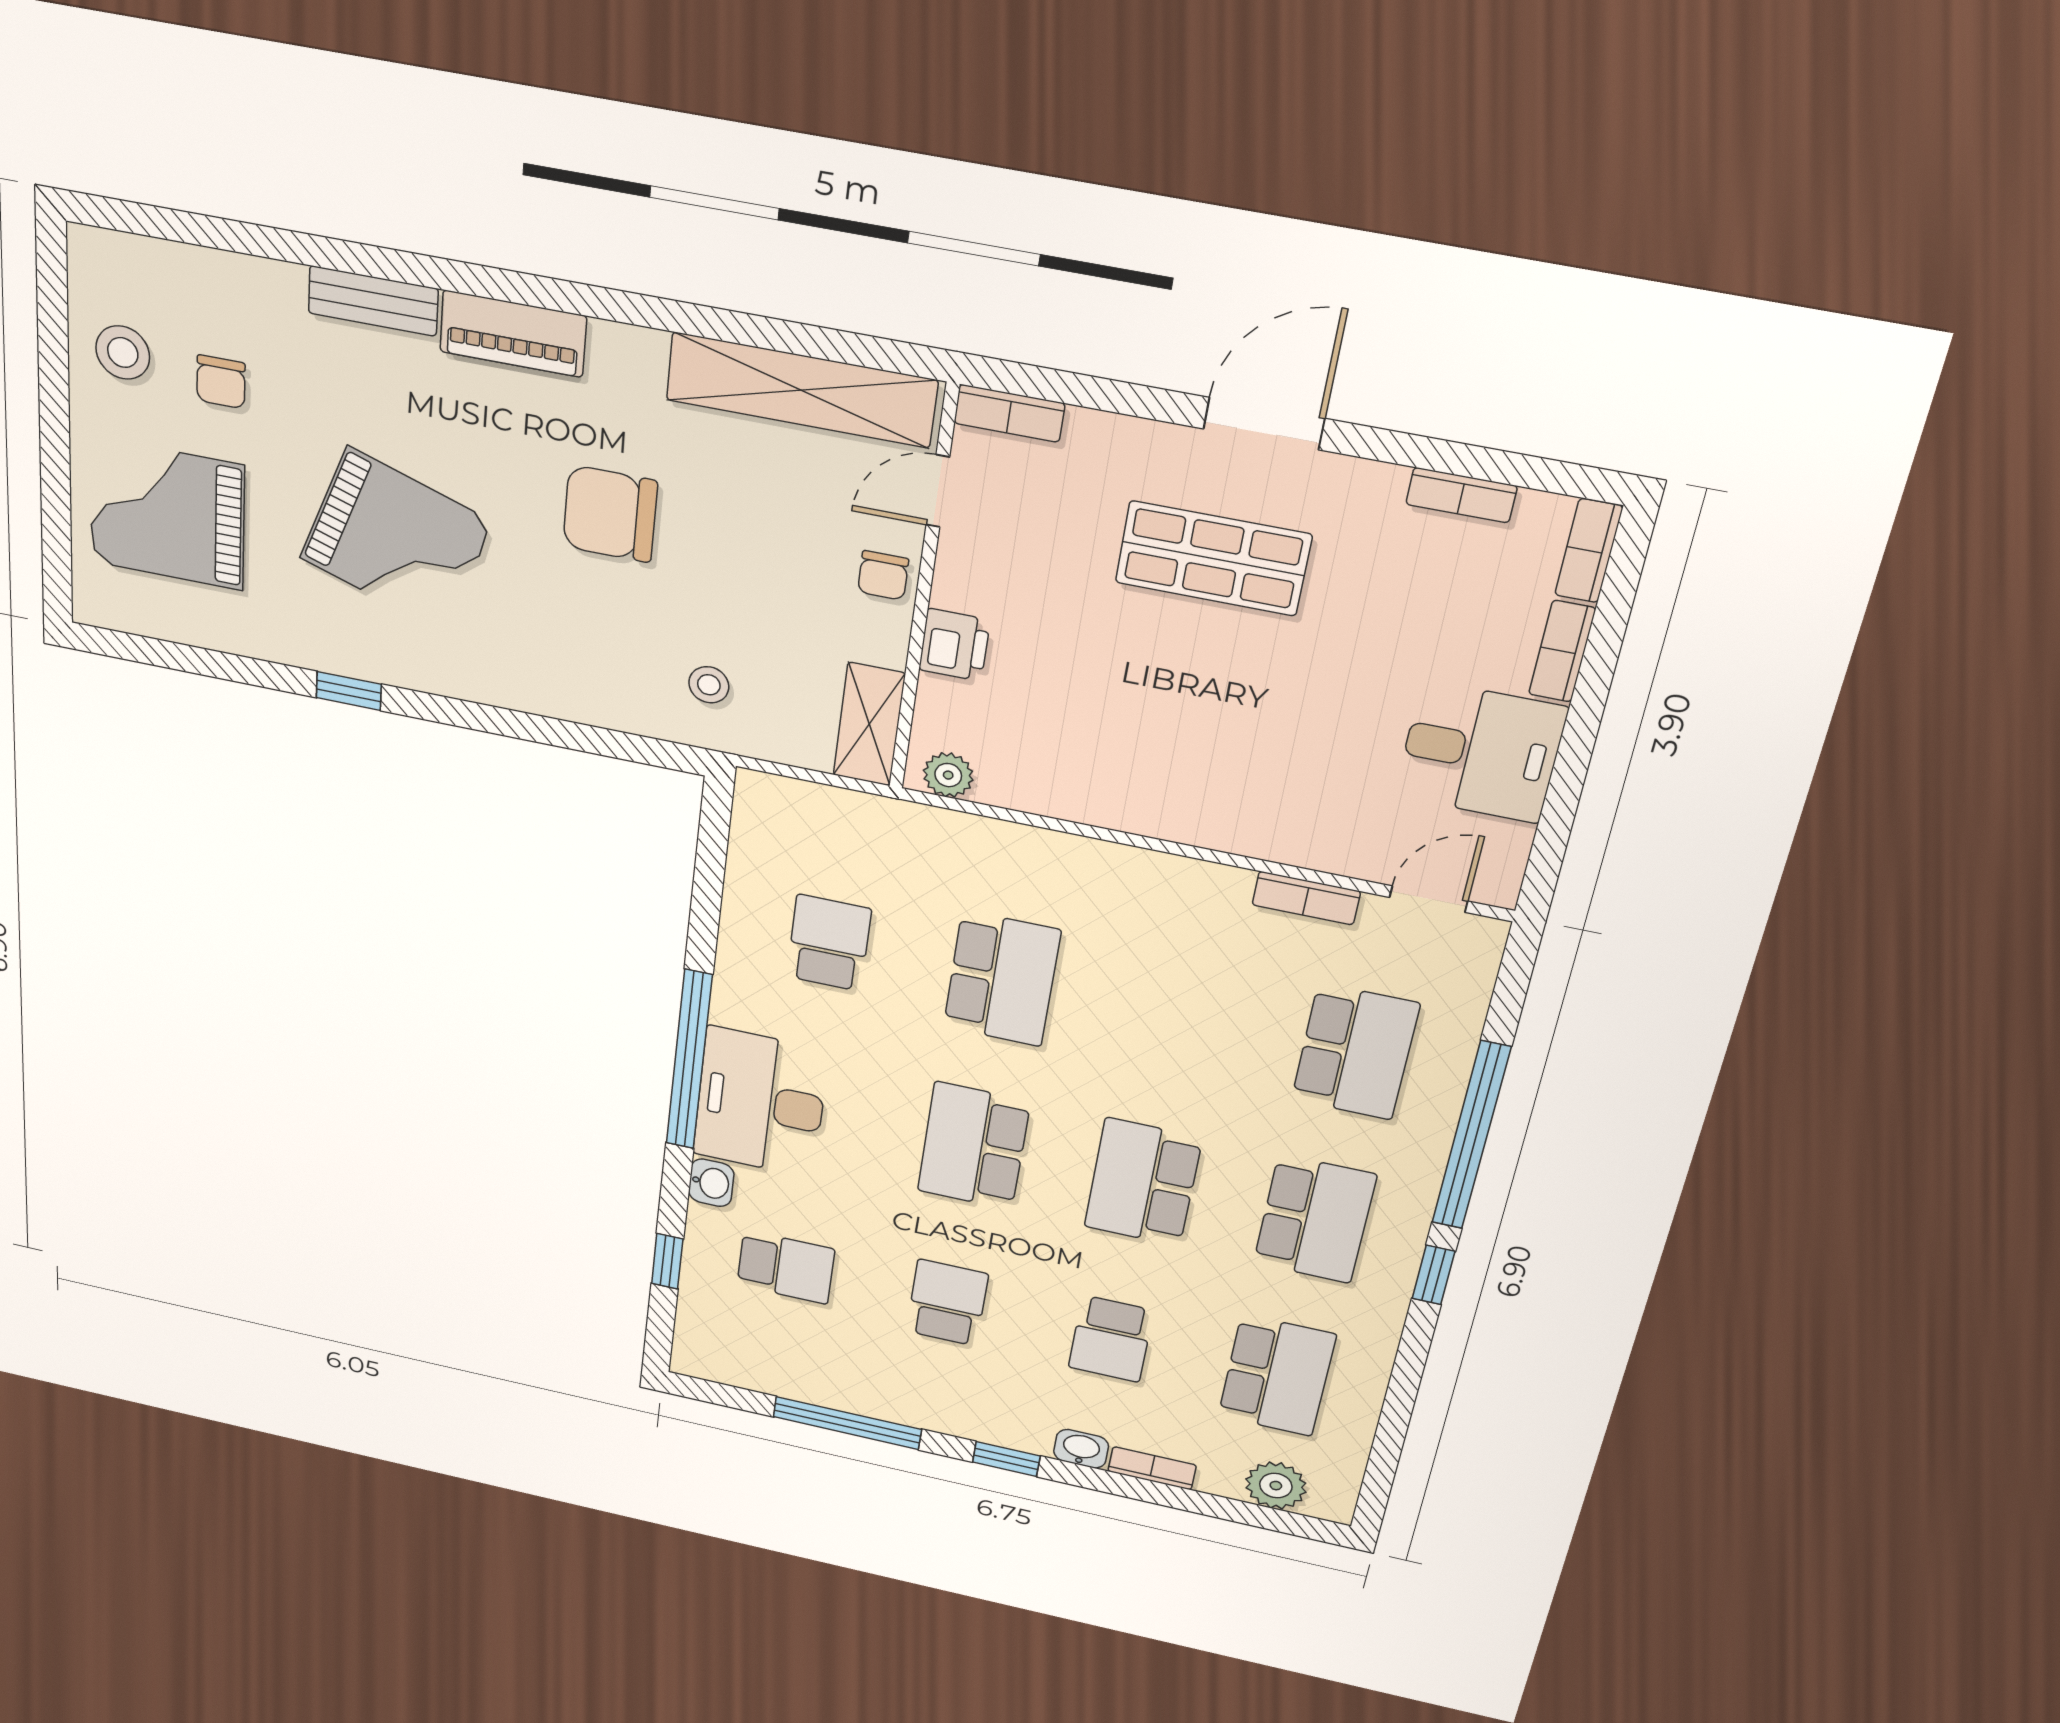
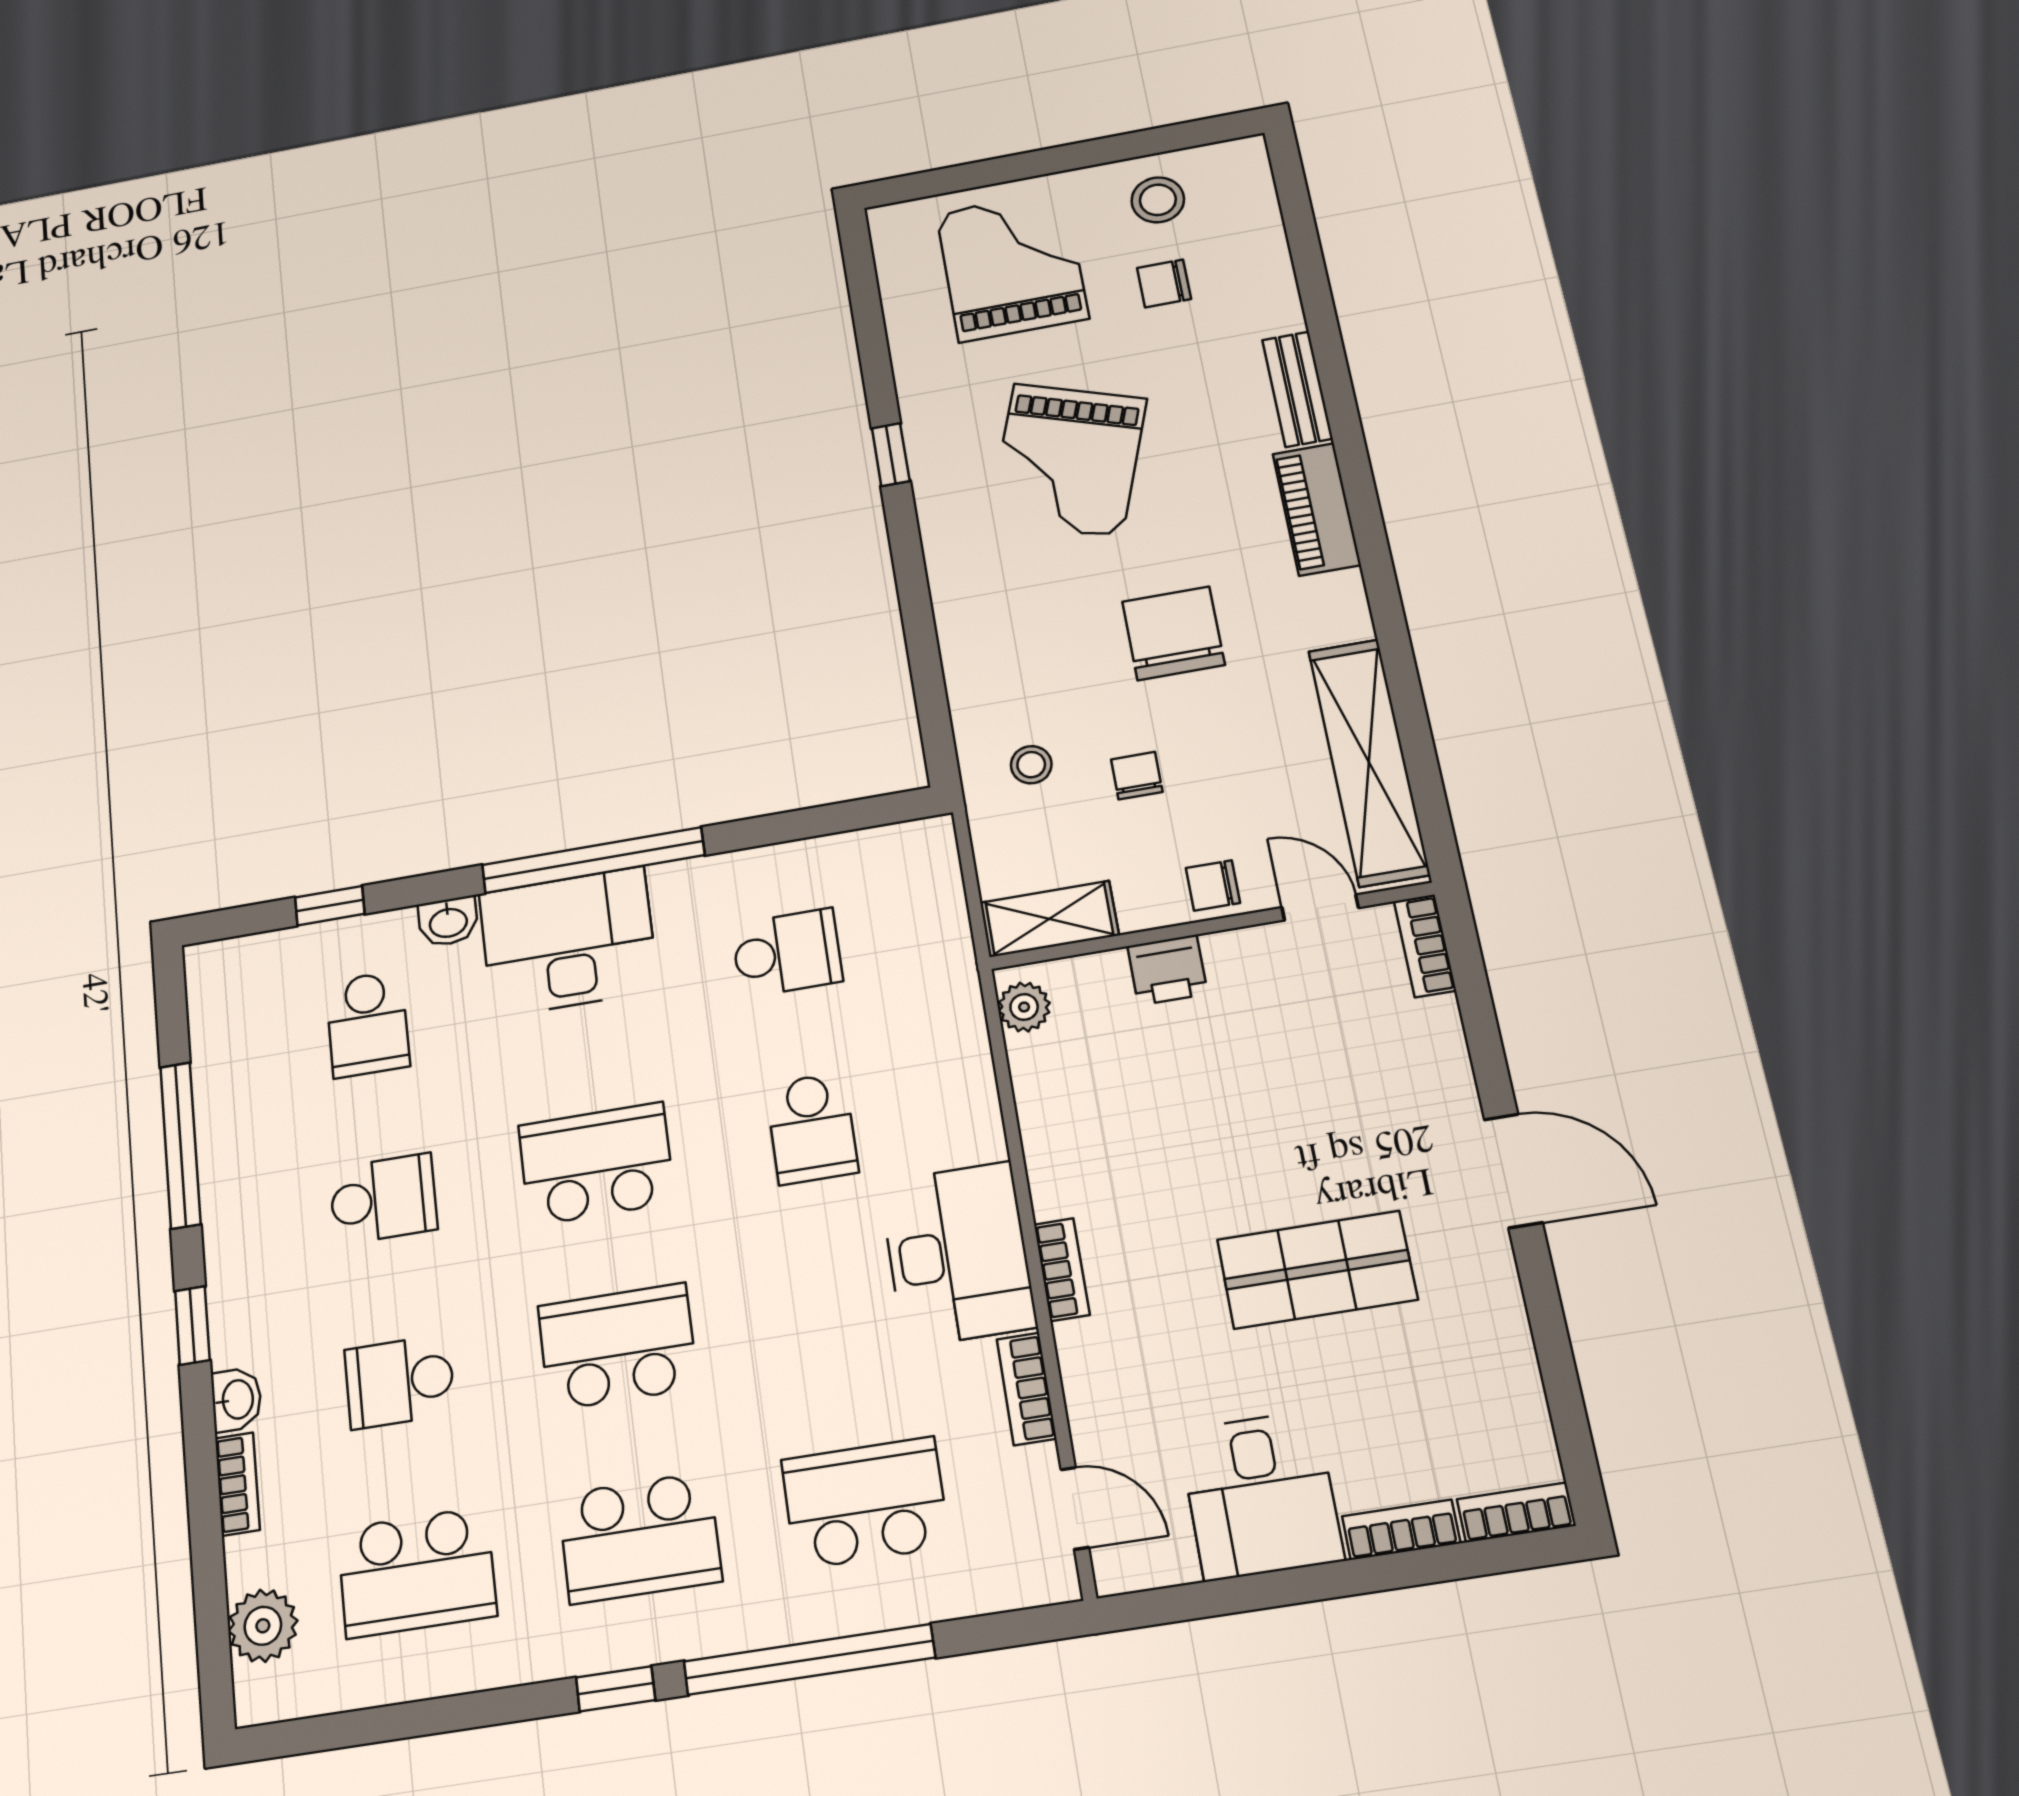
bookcase: (1461, 495) -> (1062, 1270), moved, turned 180
shop shelf: (1213, 558) -> (1317, 1270), moved, turned 90
chair: (749, 600) -> (1137, 776), added
desk: (1162, 908) -> (958, 1254), added
school desk: (1002, 979) -> (812, 1128), width x0.54
school desk: (1355, 1052) -> (865, 1503), turned 180

